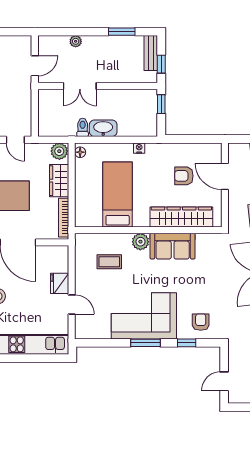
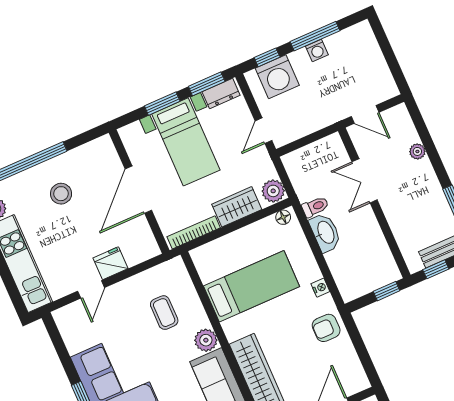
armchair: (184, 176) -> (326, 328), moved, turned -90

